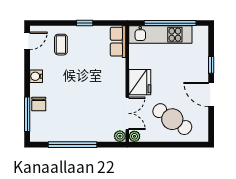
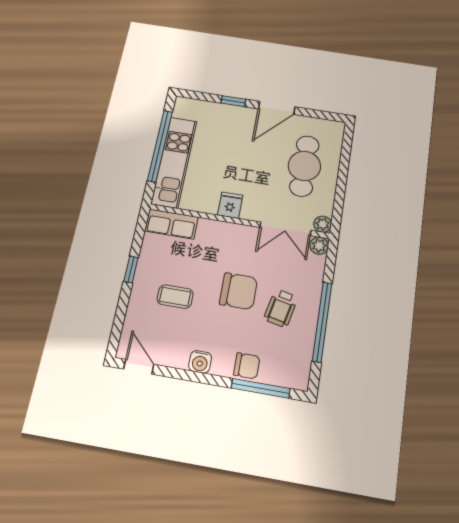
coffee table: (61, 45) -> (175, 297), moved
fridge: (140, 82) -> (230, 205), width x0.53, depth x0.75
chair: (82, 91) -> (239, 291), added
double door: (127, 113) -> (285, 229), swing flipped
wheelchair: (76, 119) -> (281, 308), added
cafe table: (172, 119) -> (304, 166), turned -34

